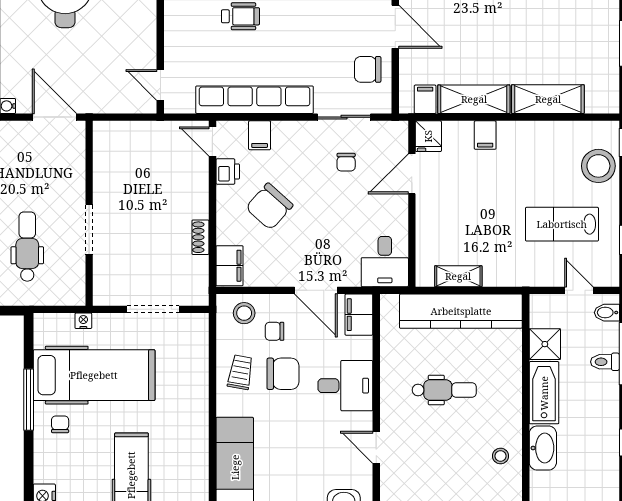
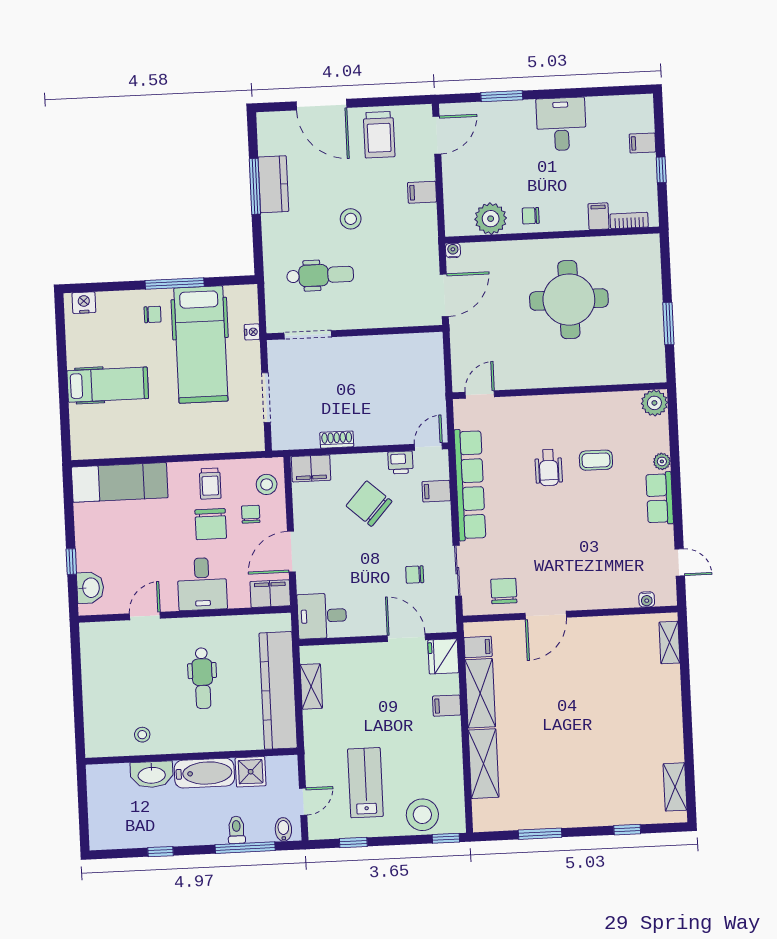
fridge: (428, 136) -> (443, 656), width x1.38
doorway: (89, 230) -> (308, 335), moved
trolley: (240, 372) -> (210, 484), turned 80

